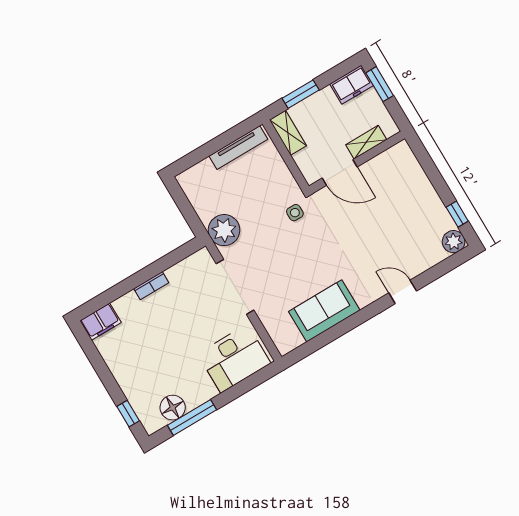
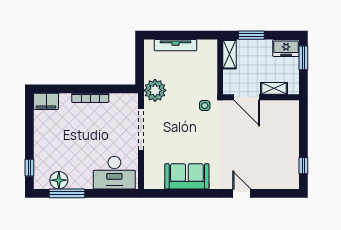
tv unit: (238, 148) -> (175, 45), moved
plant: (454, 242) -> (291, 181), removed
bookcase: (151, 286) -> (90, 98), width x1.56

